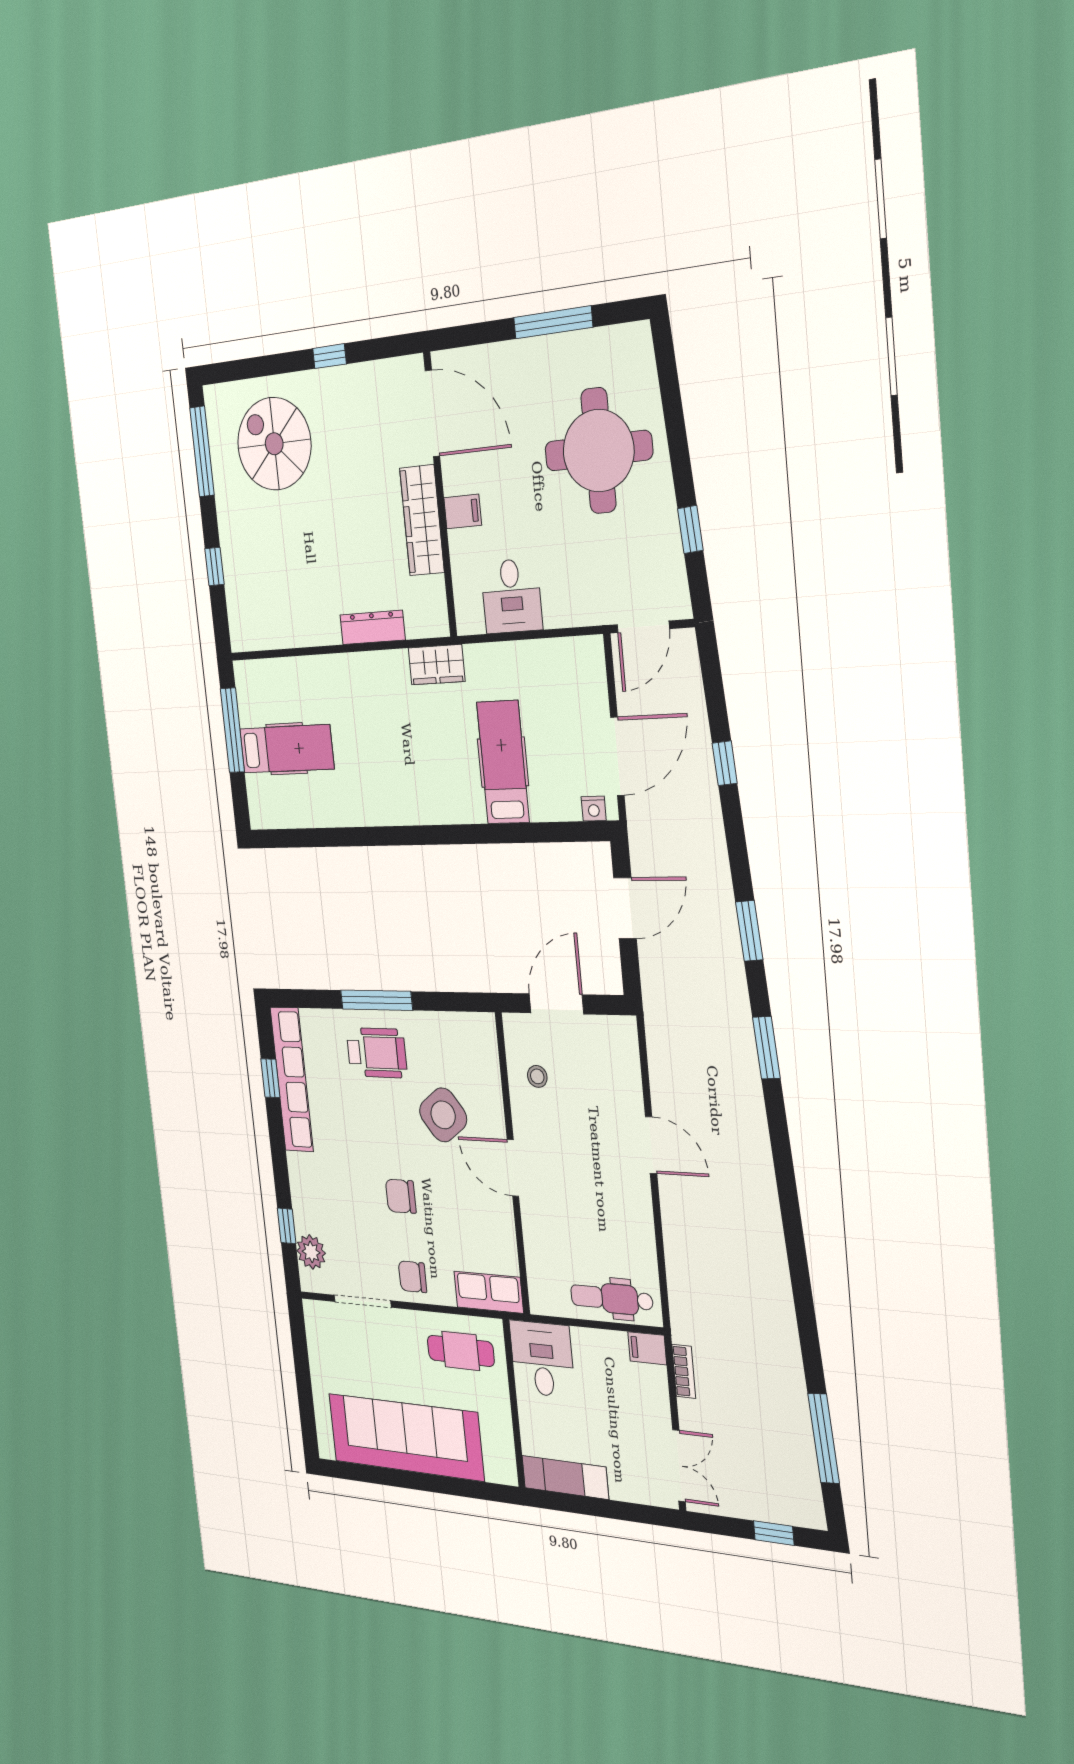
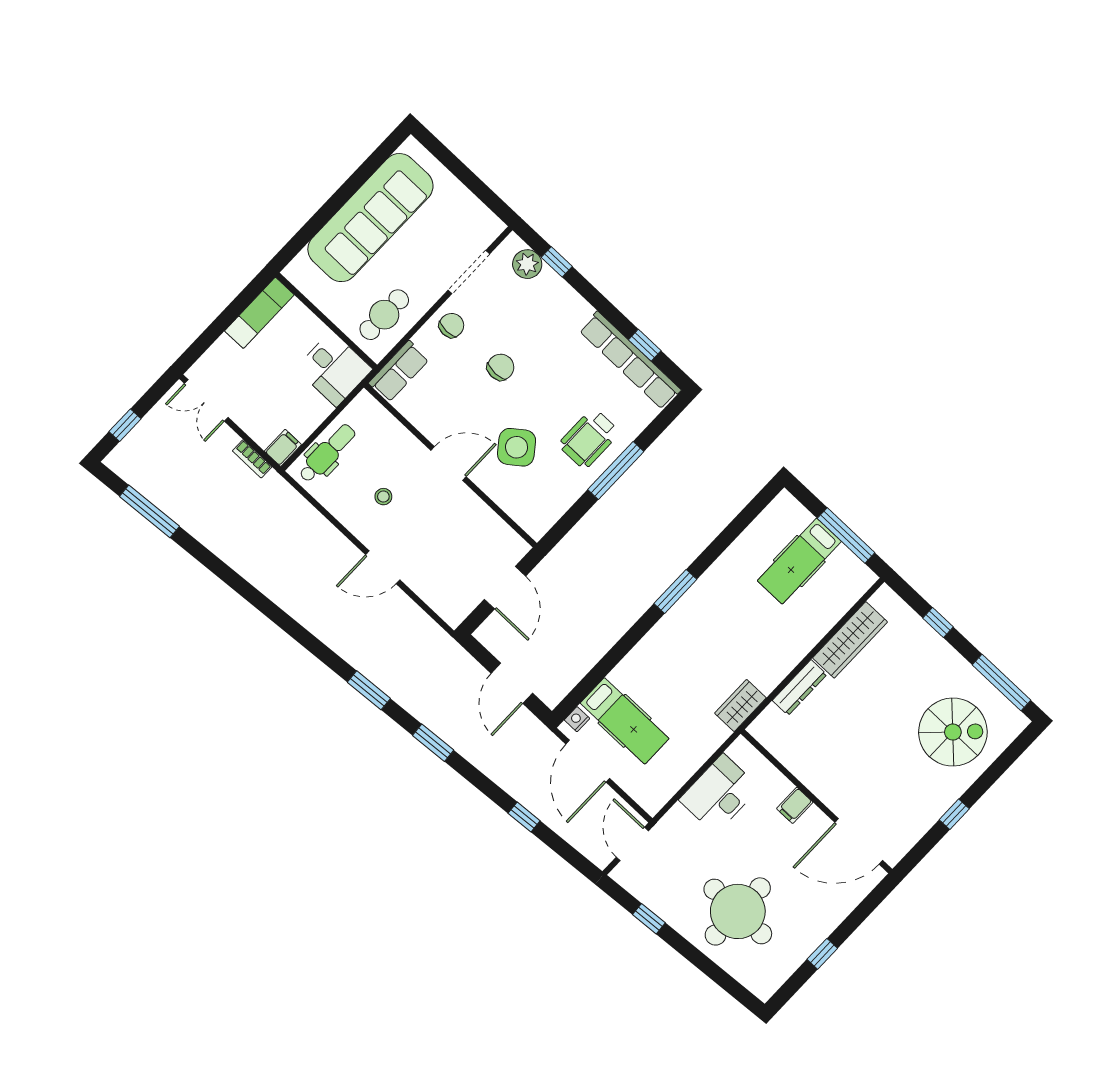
window: (553, 322) -> (822, 954), width x0.46
wardrobe: (422, 520) -> (850, 640), moved, turned 90
desk: (511, 596) -> (719, 794), width x1.37
hospital bed: (503, 762) -> (625, 721), moved
window: (411, 835) -> (675, 591), added
stool: (537, 1076) -> (383, 497), moved

